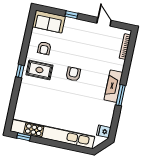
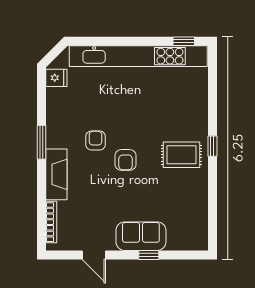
sofa: (49, 22) -> (141, 236), moved
armchair: (44, 48) -> (96, 140), moved
fireplace: (113, 86) -> (56, 174), moved

